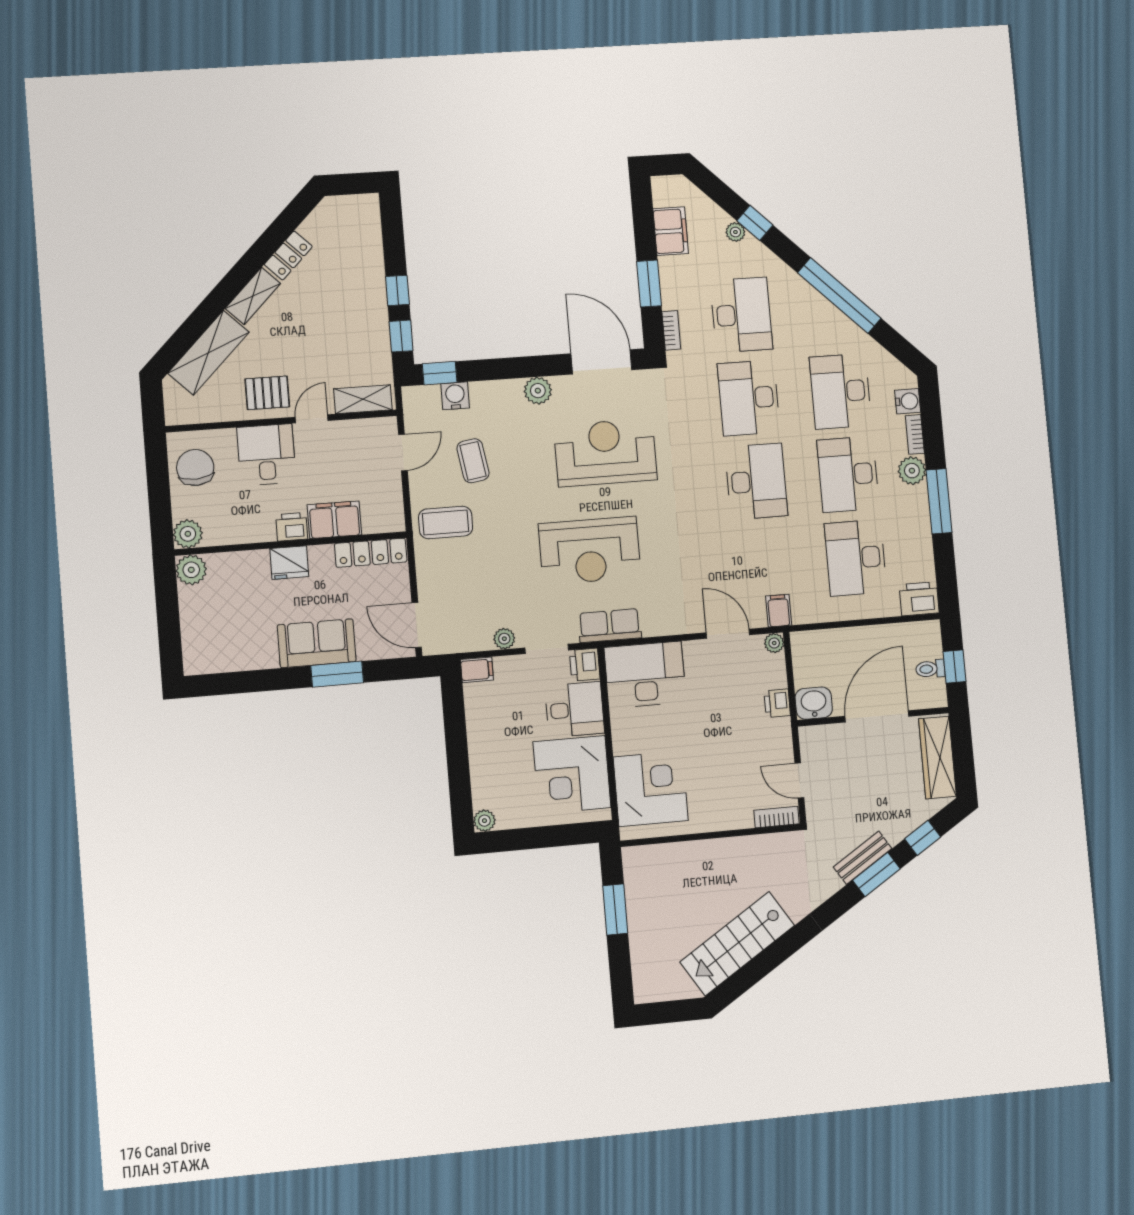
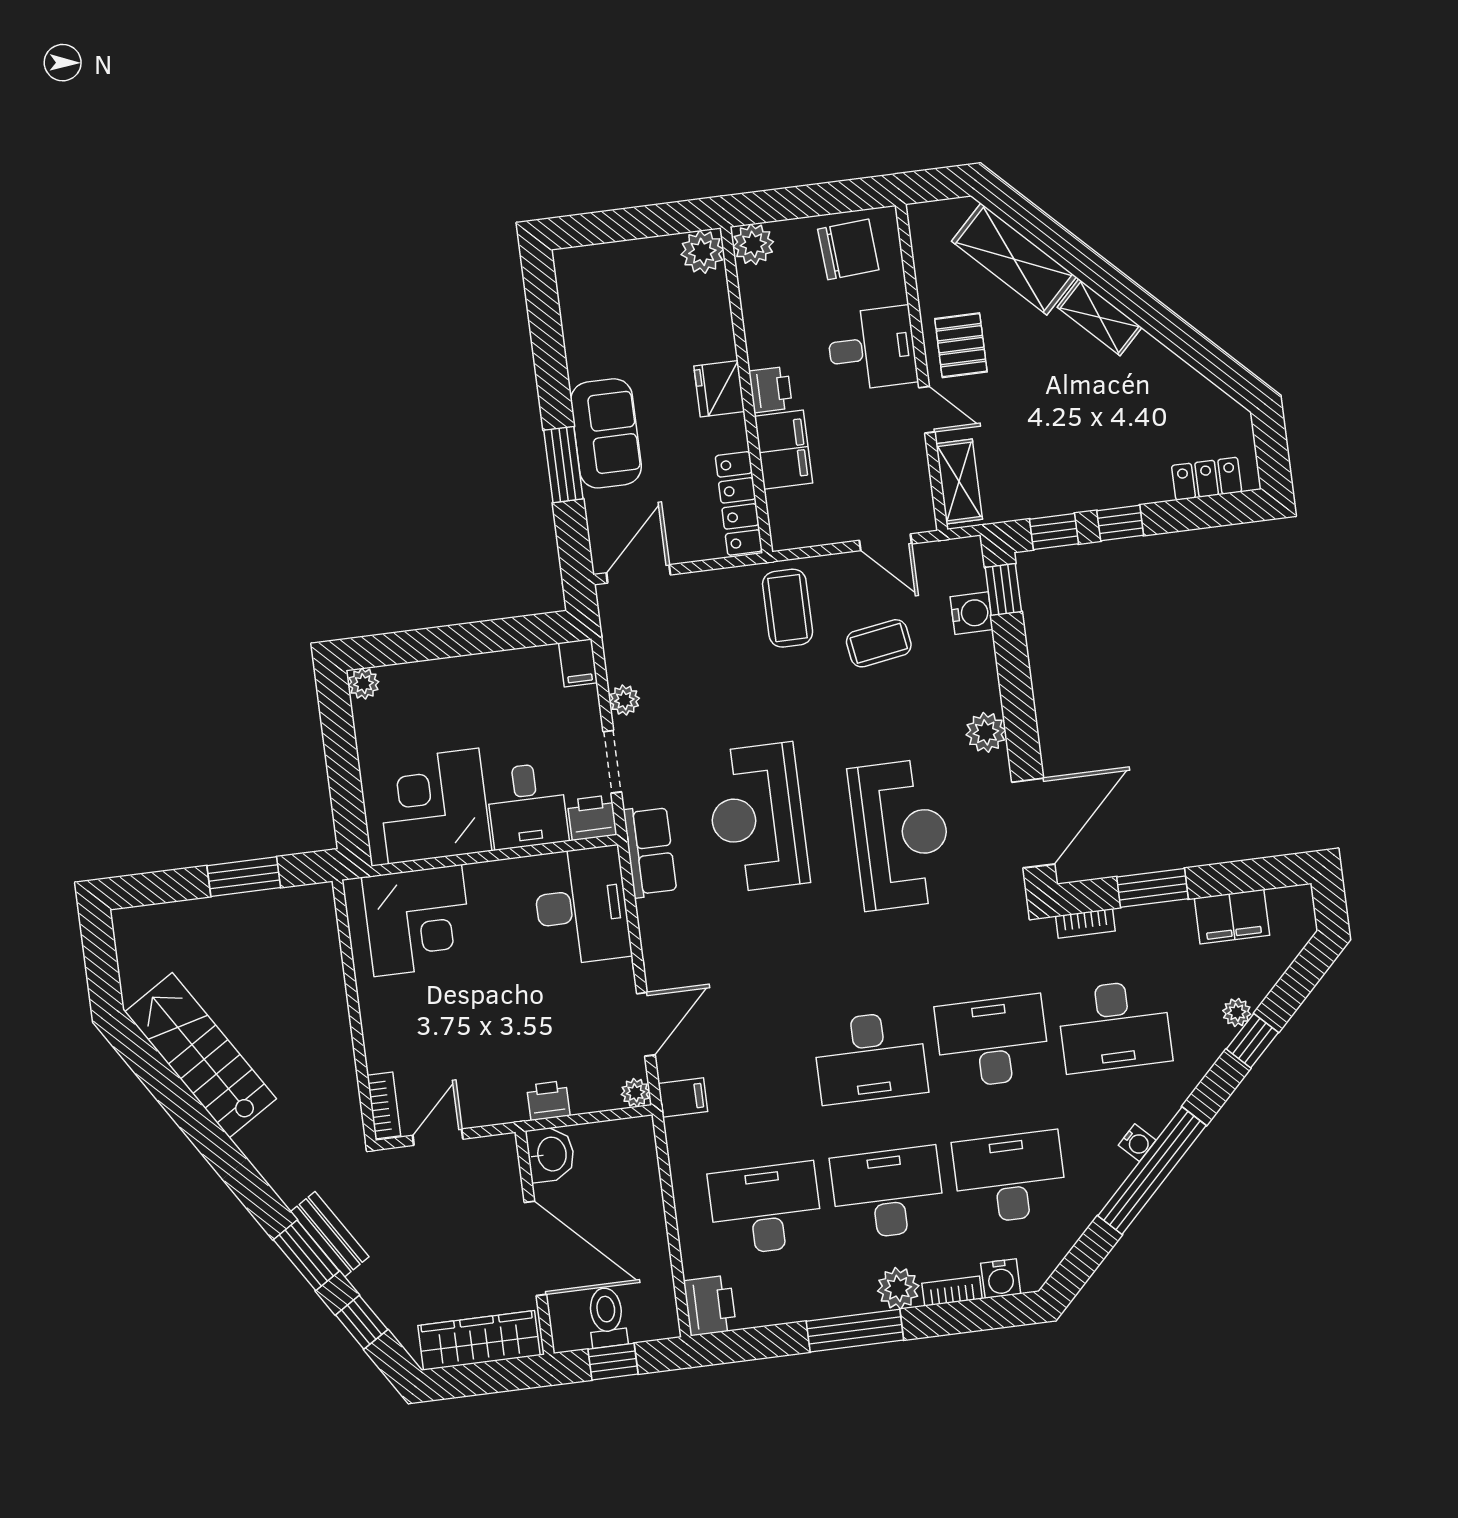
locker: (288, 256) -> (1207, 479), moved, turned 135
water cooler: (820, 304) -> (1137, 1143), added
toilet: (930, 669) -> (607, 1317), width x1.37, depth x1.39

